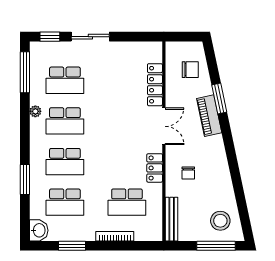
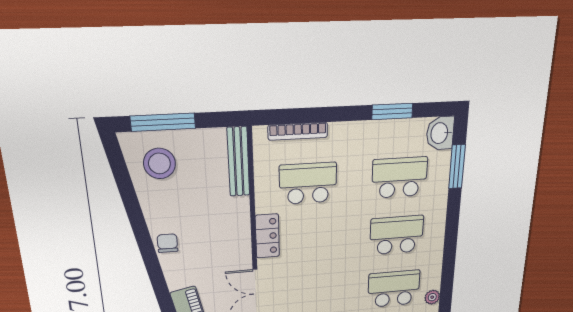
chair: (188, 173) -> (167, 243), moved
window: (25, 180) -> (457, 167), moved
bookcase: (115, 236) -> (298, 131), moved

